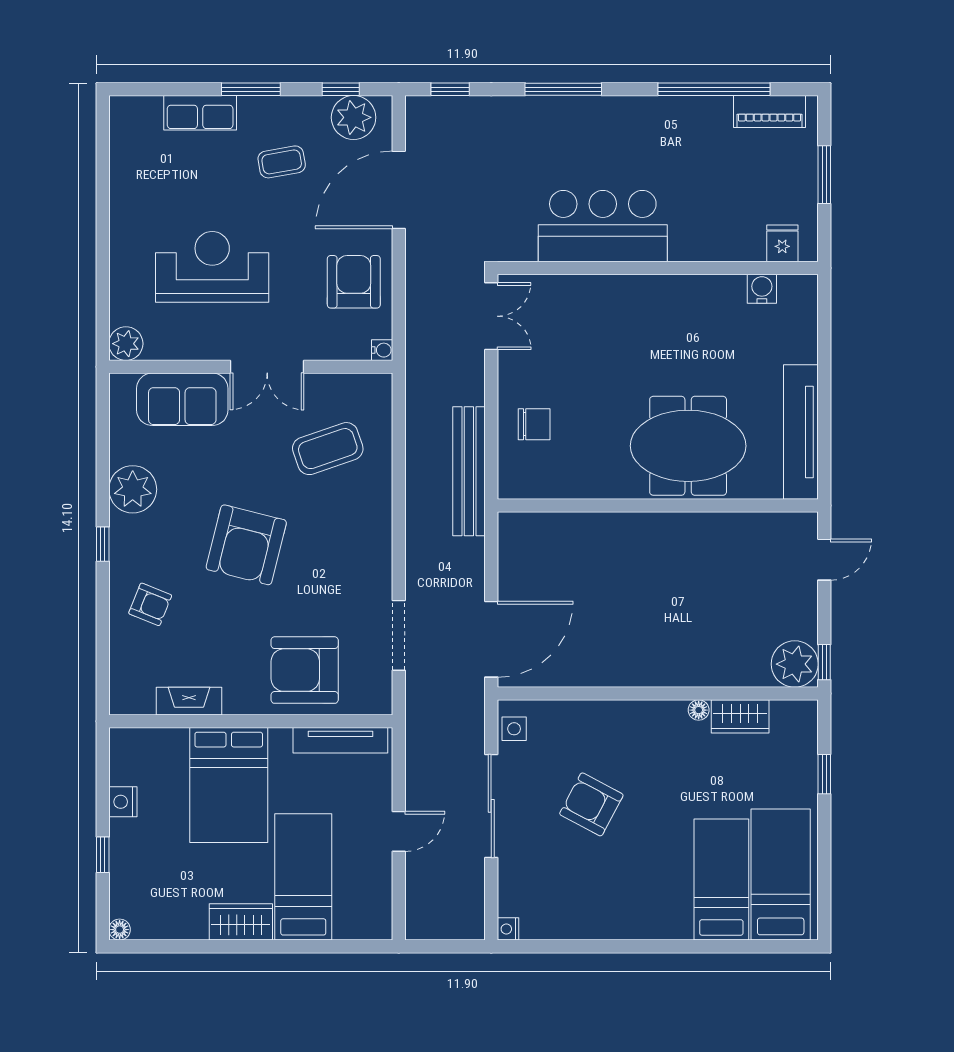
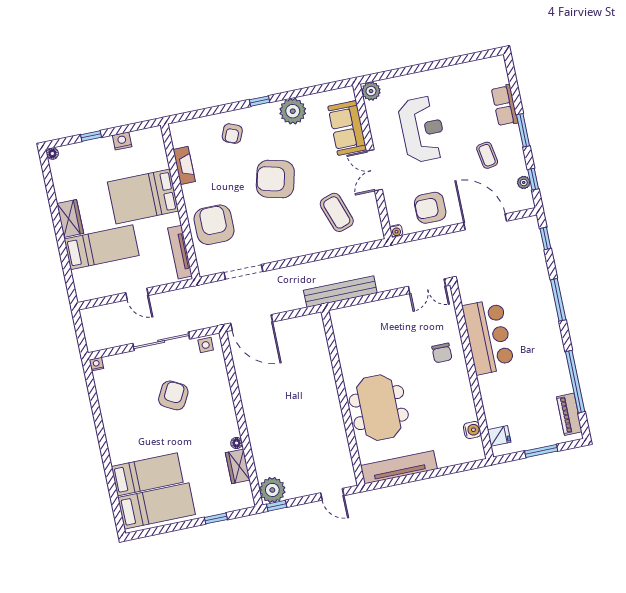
plant: (354, 117) -> (524, 182), width x0.53, depth x0.53
armchair: (354, 282) -> (430, 208), turned 180
chair: (534, 424) -> (442, 353), moved

